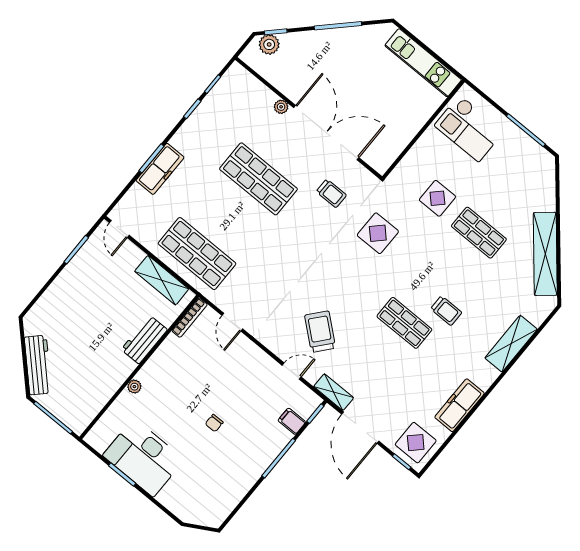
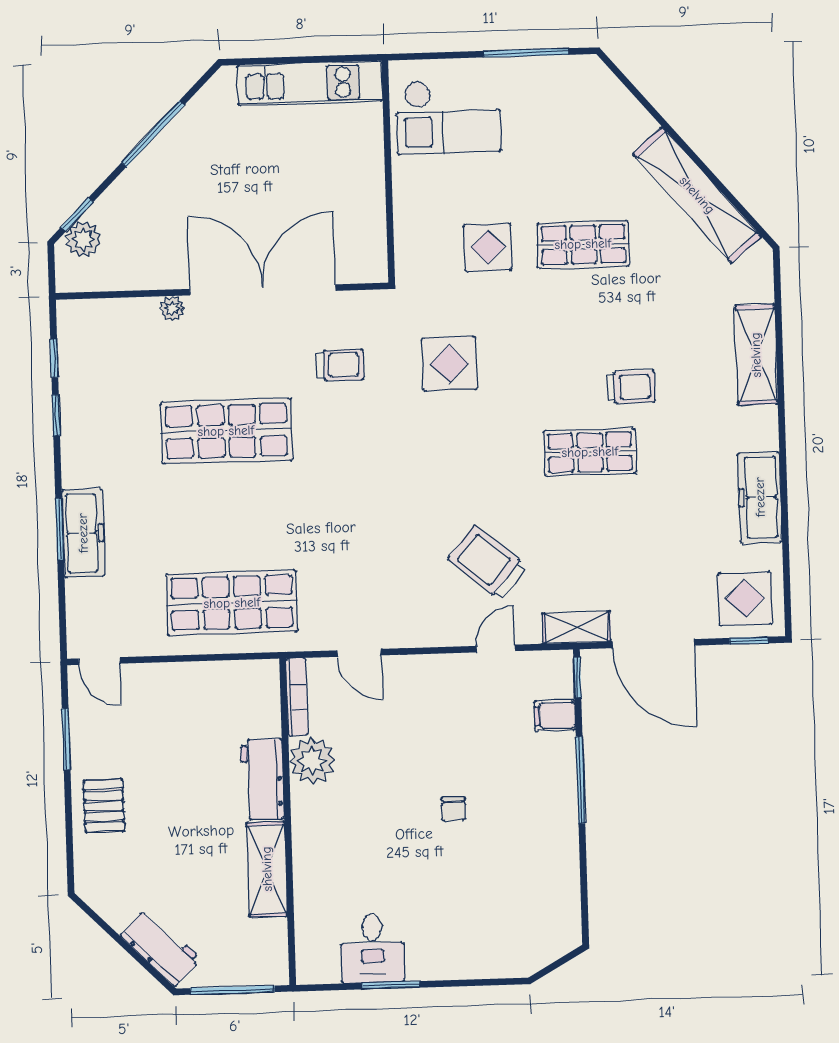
shelving: (162, 280) -> (267, 869), moved, turned 90
pallet: (67, 292) -> (104, 806), added
workbench: (38, 365) -> (161, 947), width x0.73
plant: (134, 387) -> (312, 761), moved, width x1.88, depth x1.88
desk: (143, 457) -> (372, 949), width x0.53, depth x0.77

